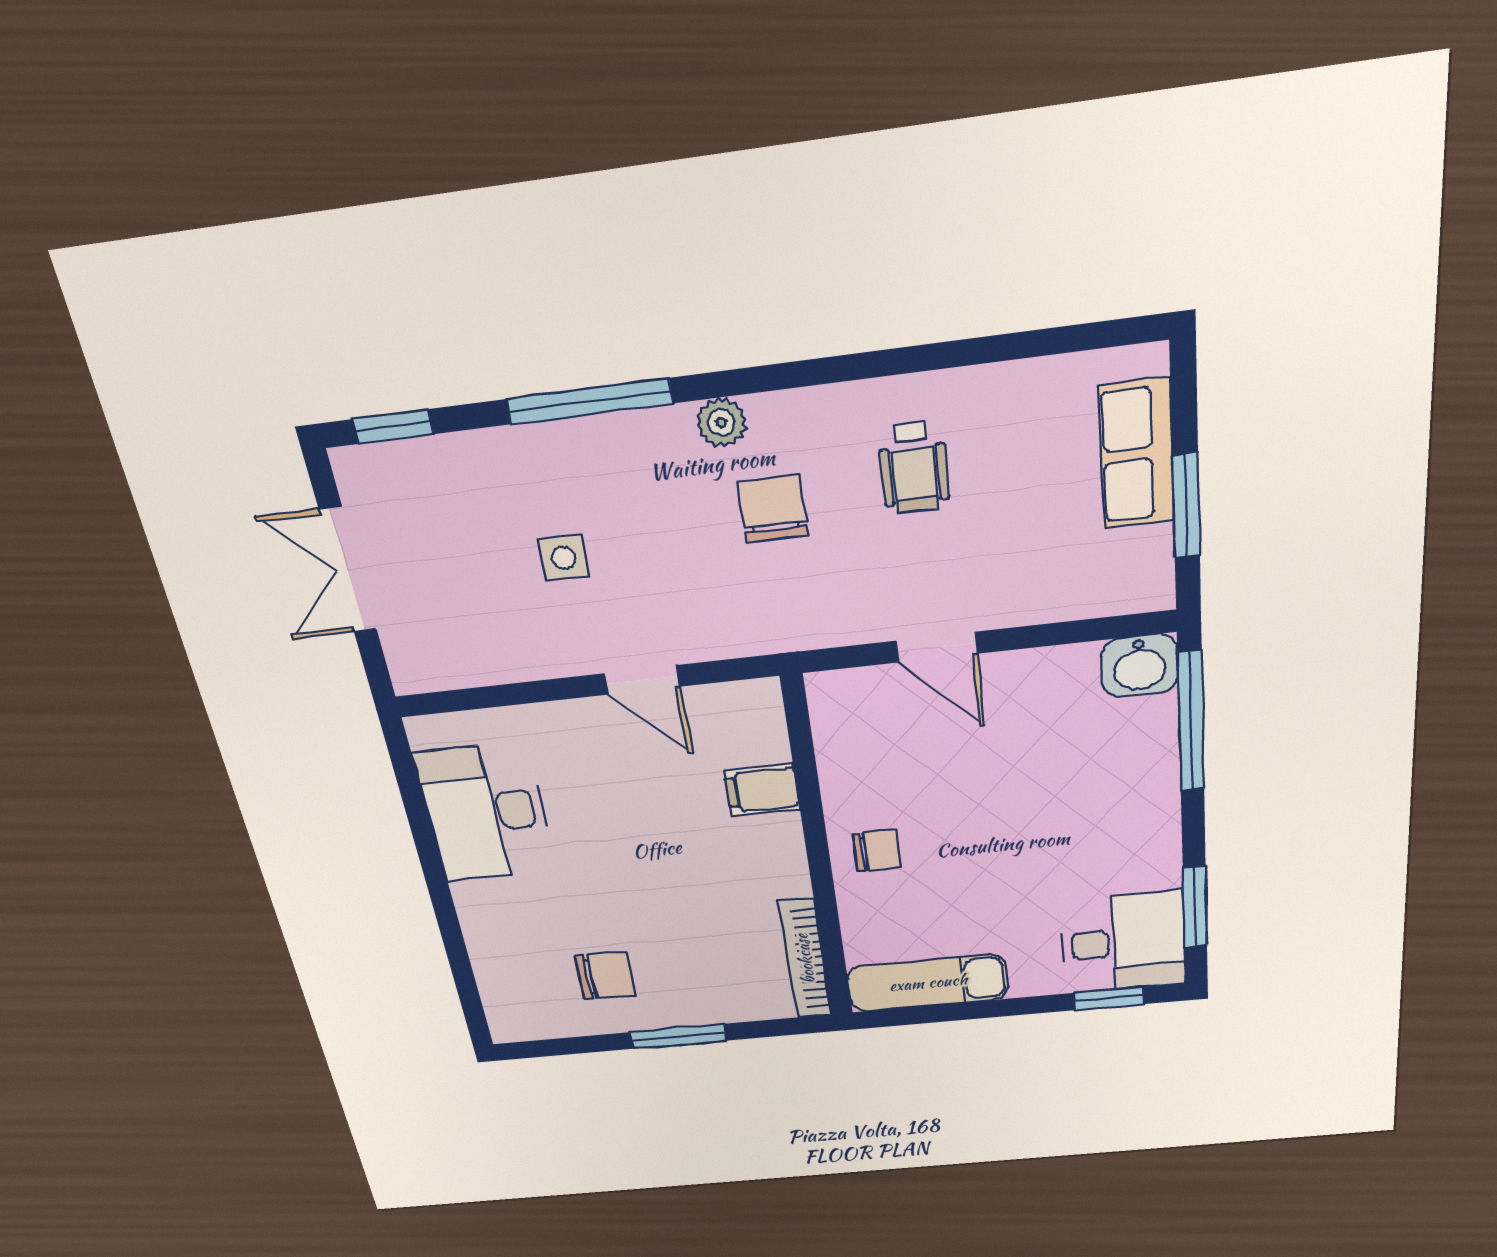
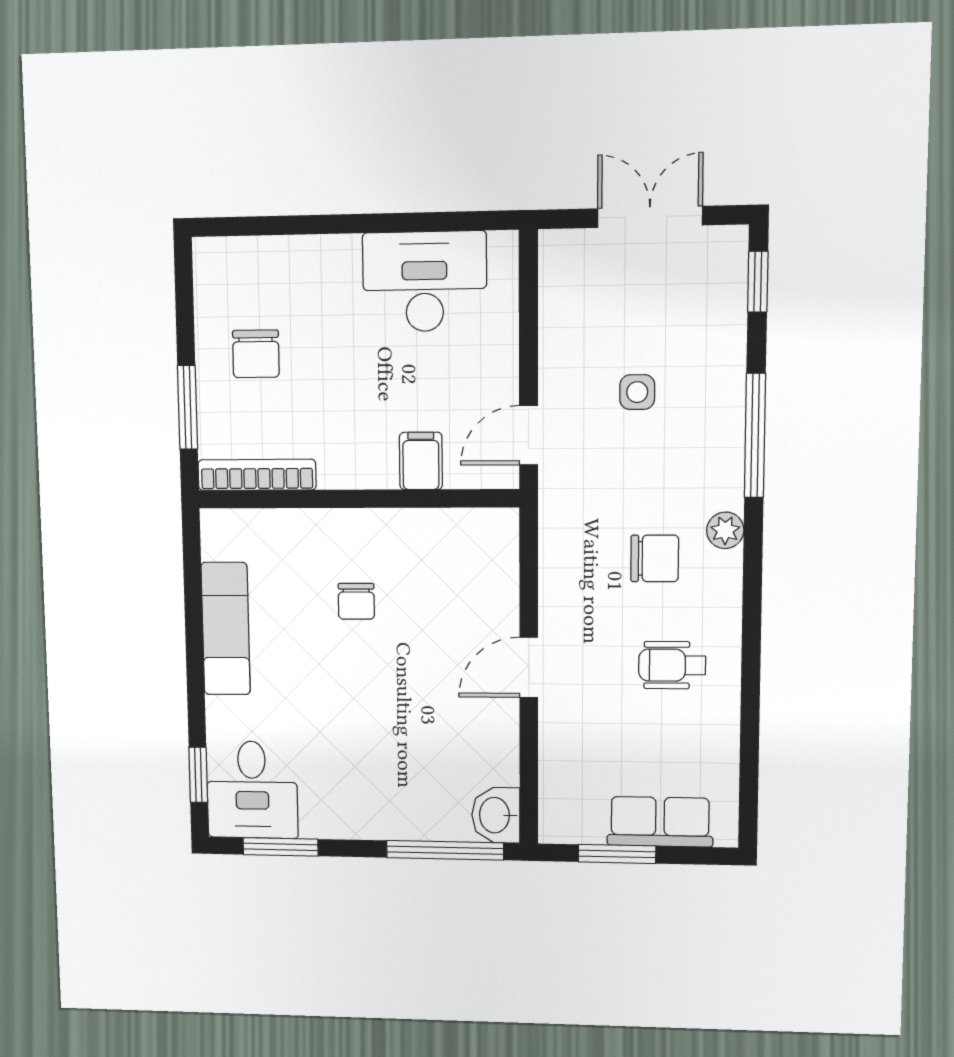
filing cabinet: (762, 790) -> (421, 461), moved
wall: (818, 854) -> (357, 499), moved
bookcase: (805, 959) -> (257, 475), moved

